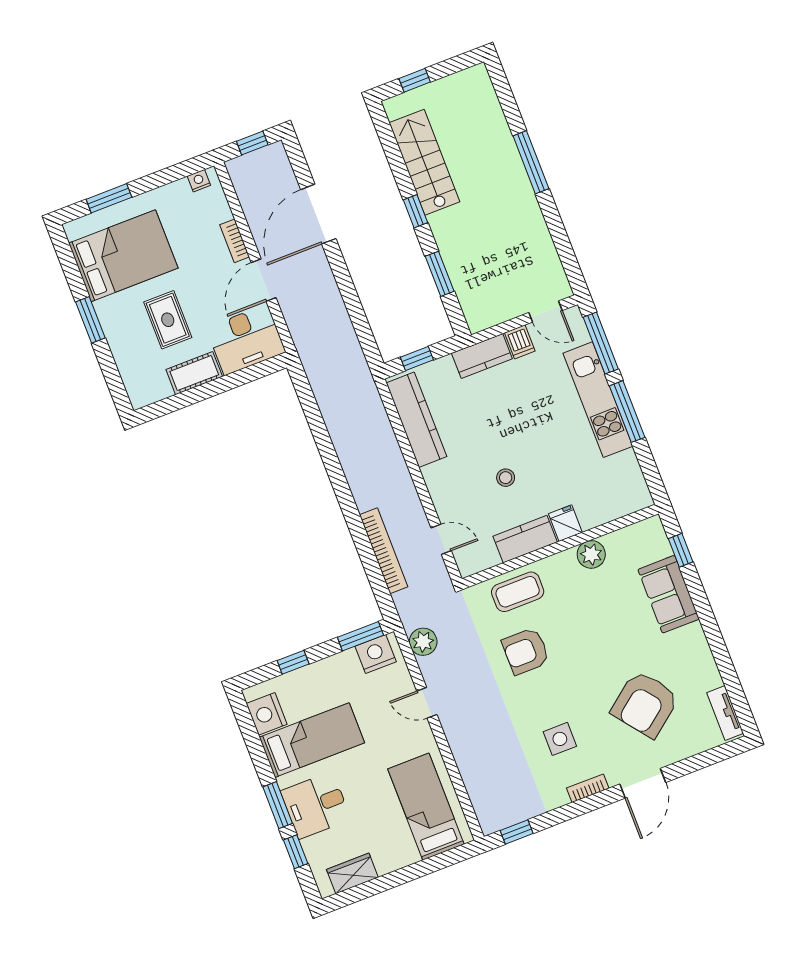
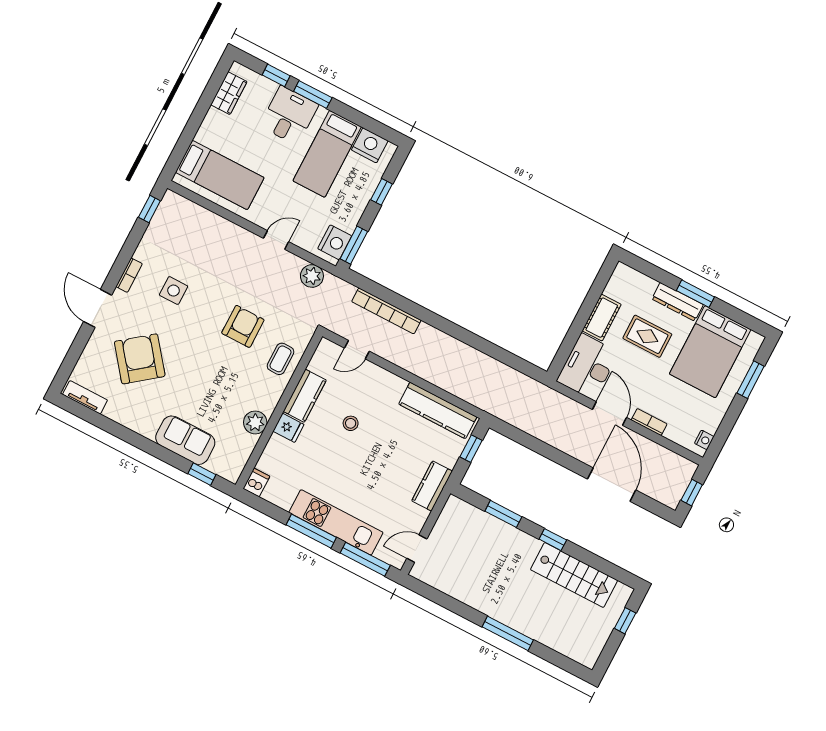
dresser: (113, 327) -> (677, 302), added
dishwasher: (520, 342) -> (256, 482), moved, turned 90
coffee table: (518, 592) -> (281, 359), width x0.73, depth x0.77

